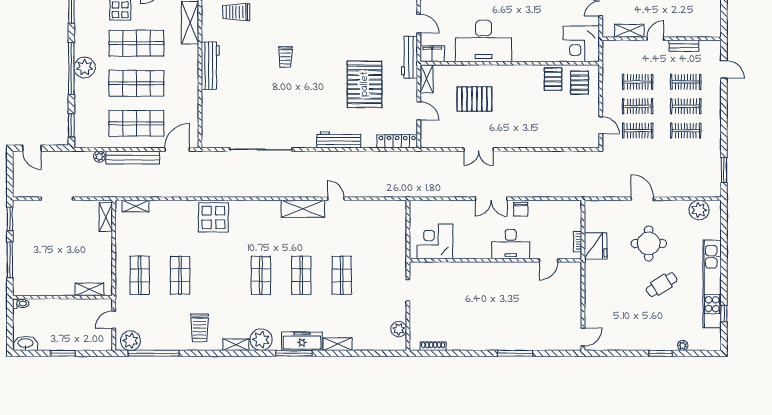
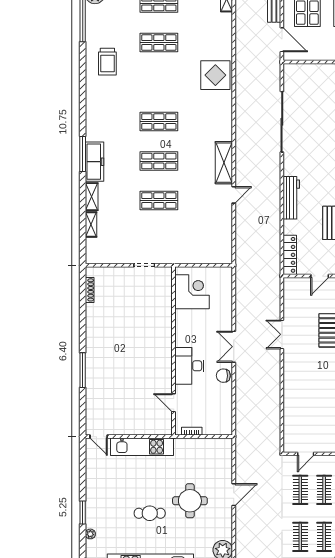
fridge: (596, 246) -> (188, 449), removed
cafe table: (661, 285) -> (150, 513), turned -58
kitchen unit: (593, 292) -> (142, 447), added
trolley: (200, 328) -> (107, 62), turned -90
plant: (399, 329) -> (106, 256), removed
plant: (261, 340) -> (96, 122), removed
shelving: (236, 345) -> (91, 224), moved

